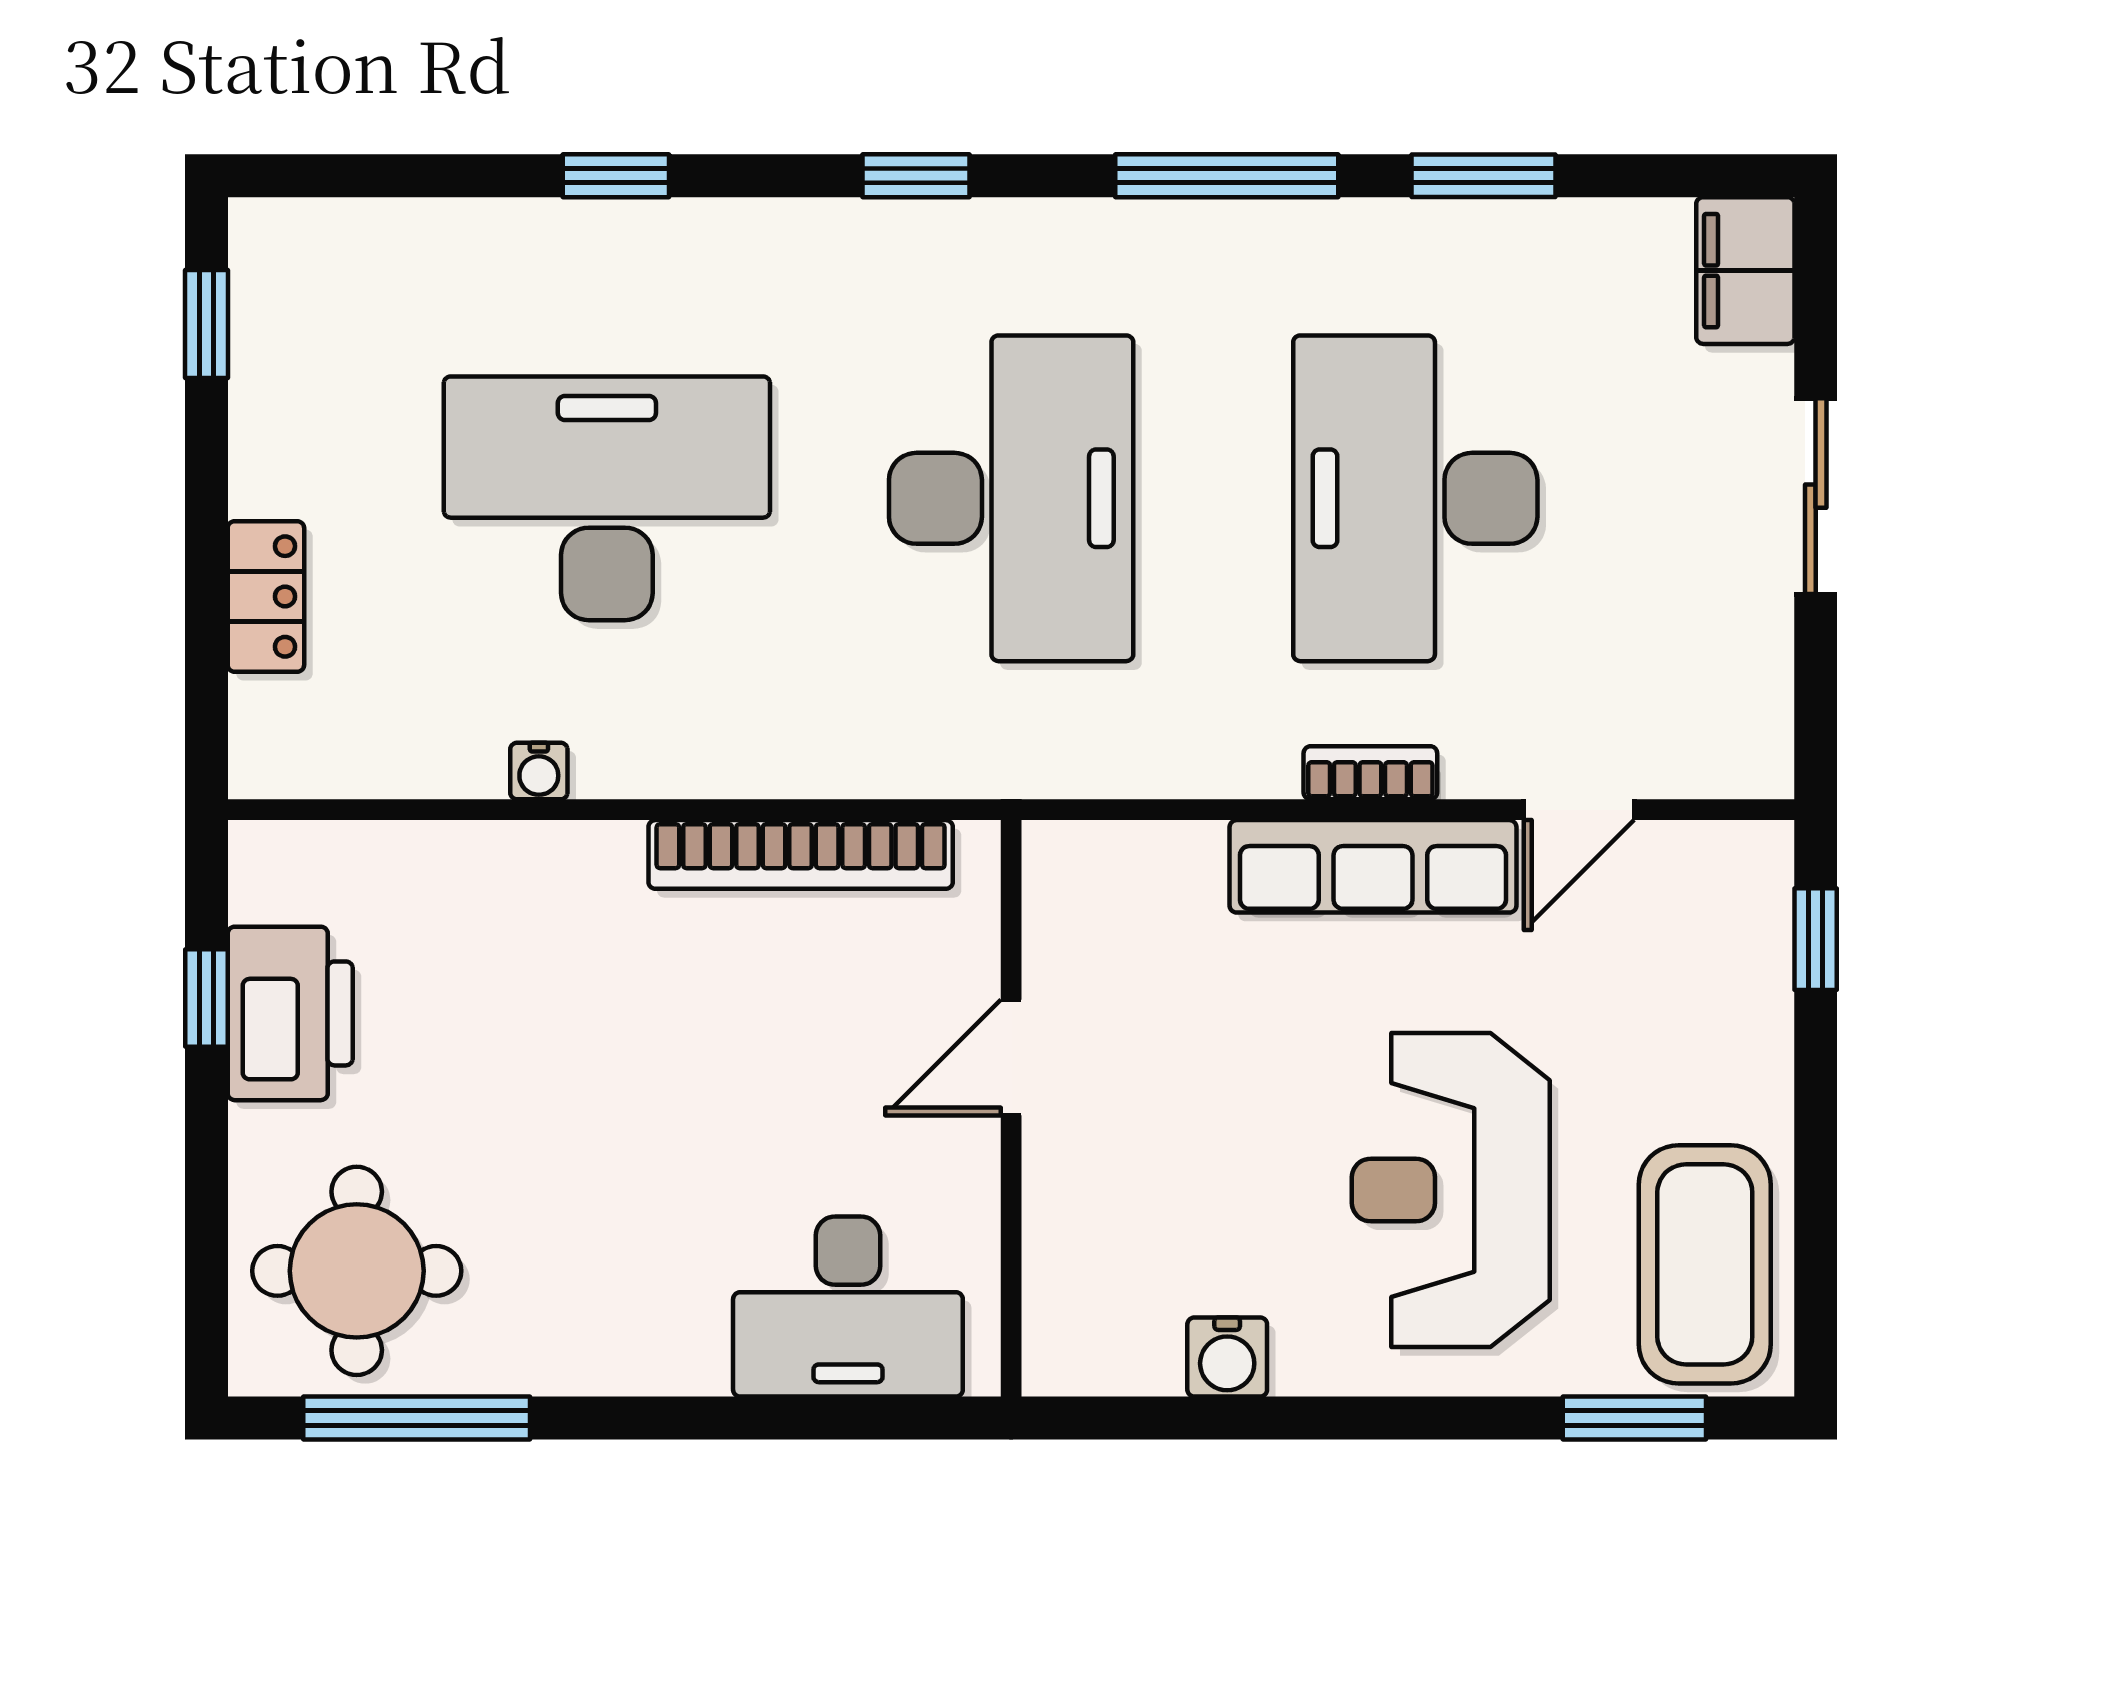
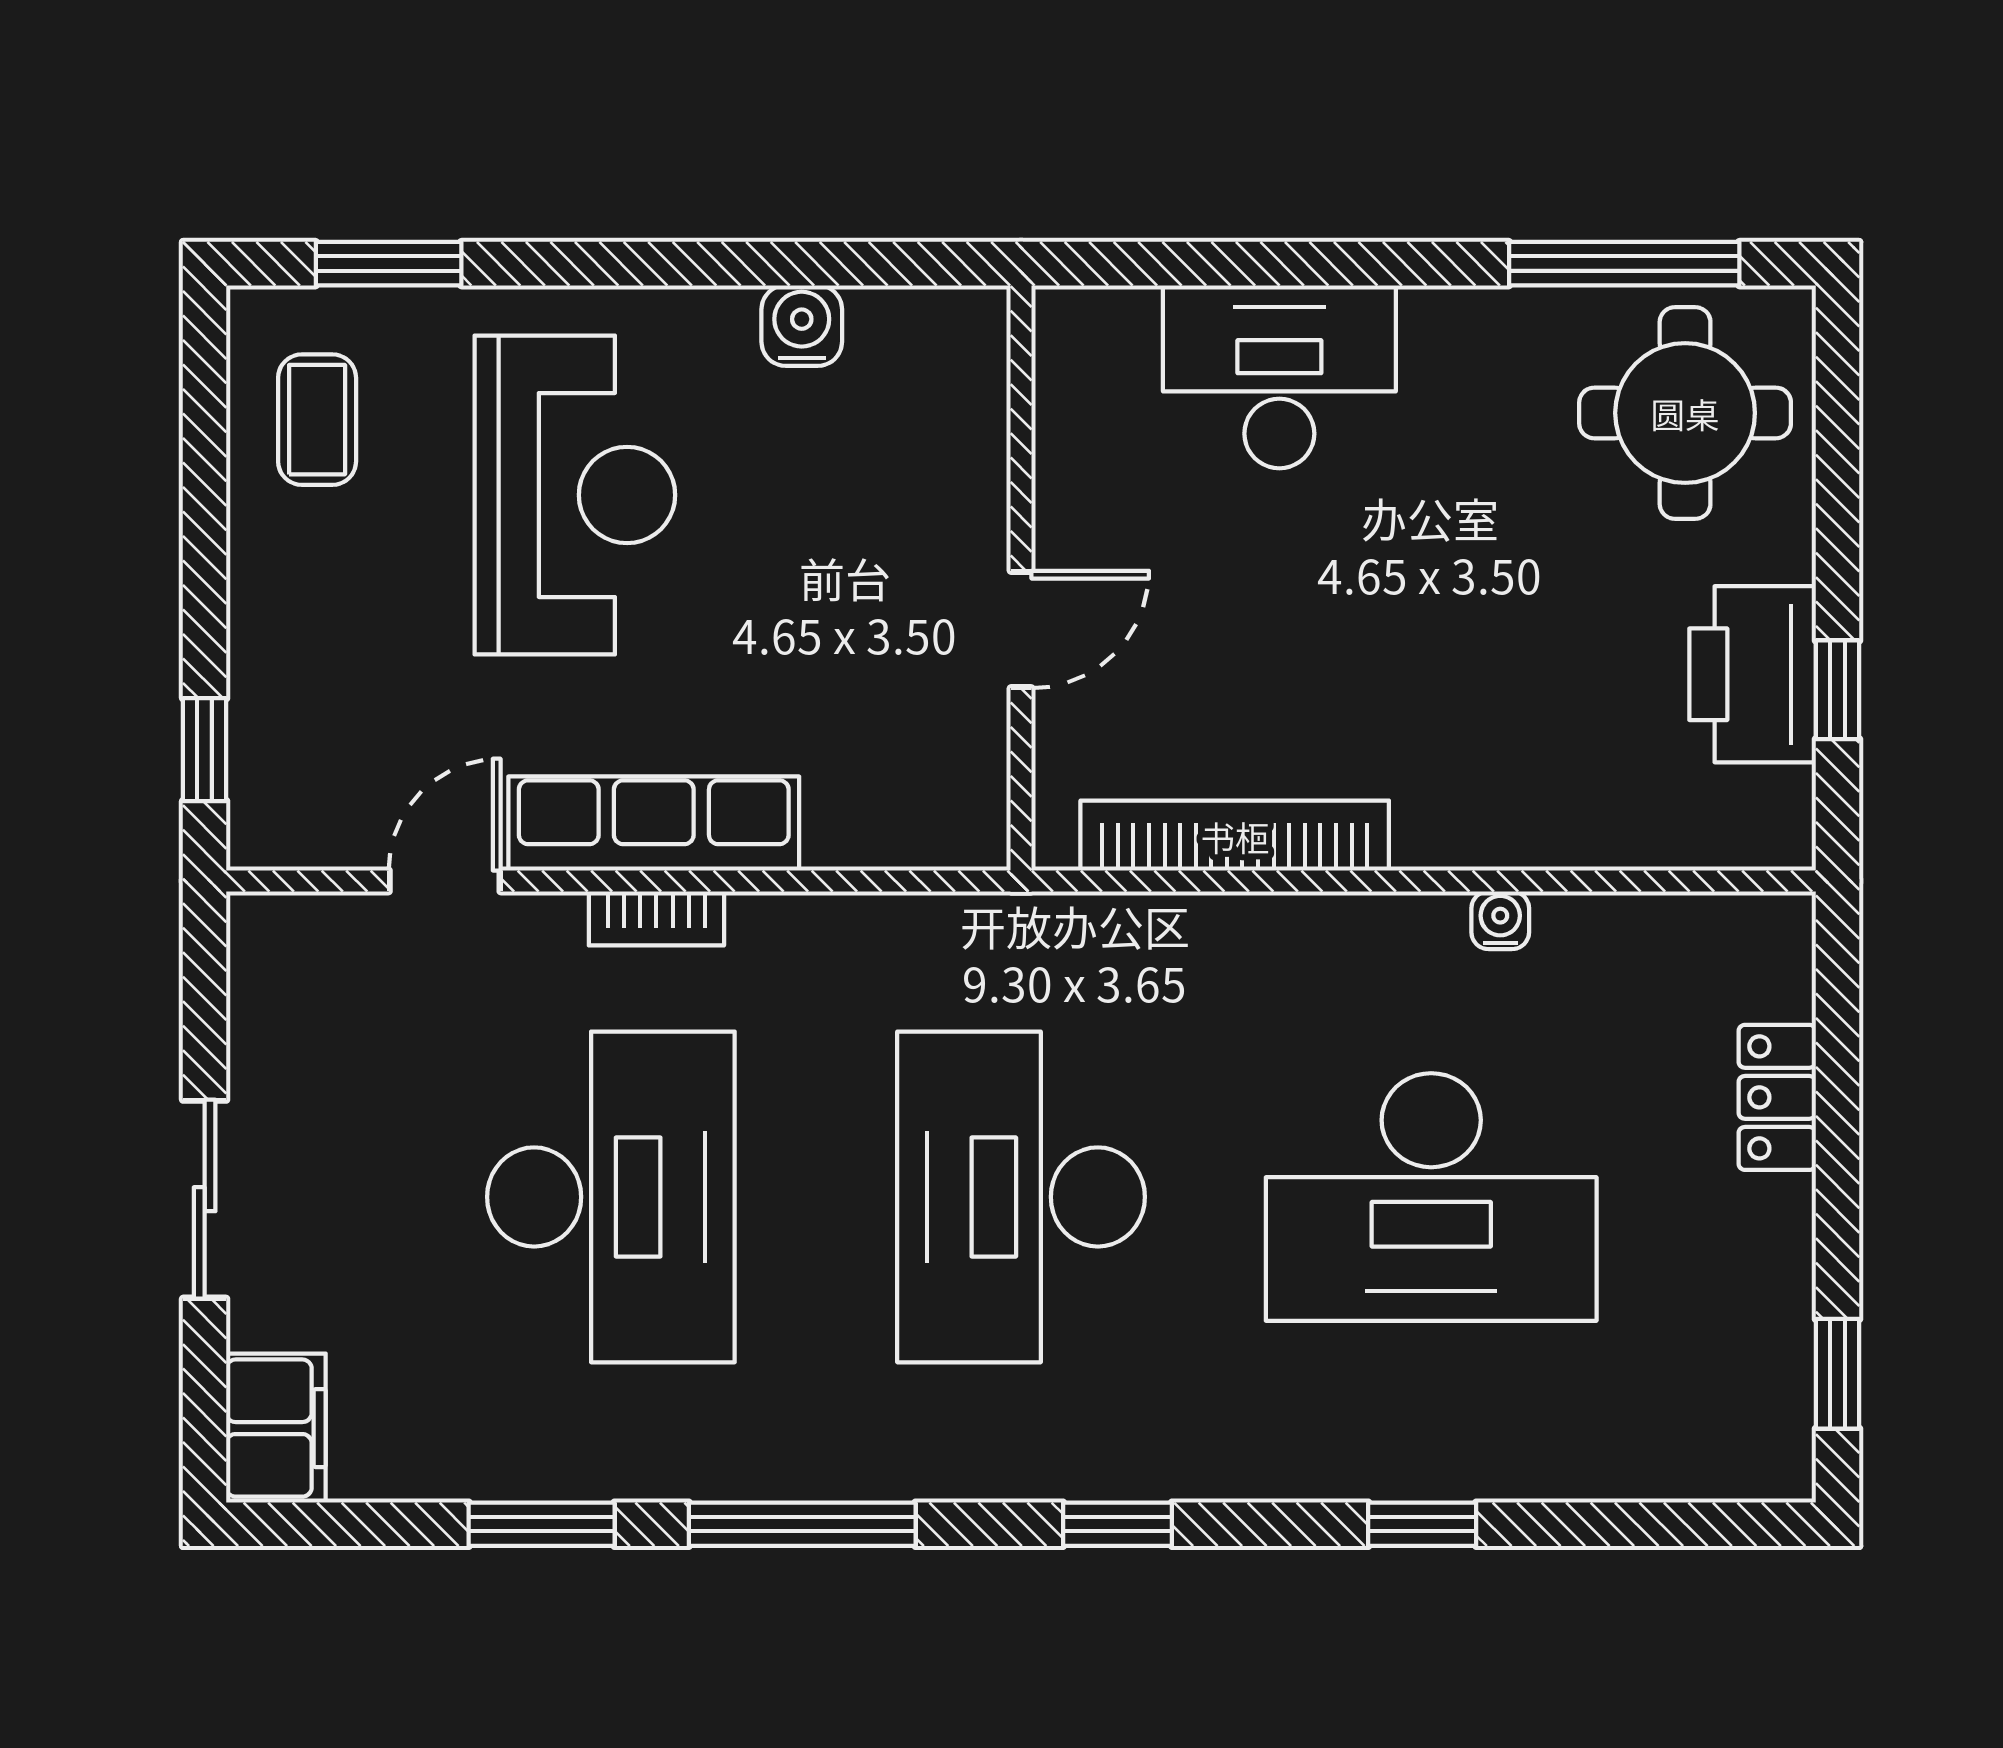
coffee table: (1705, 1264) -> (317, 420), width x0.54, depth x0.58
desk: (848, 1307) -> (1279, 377), moved

